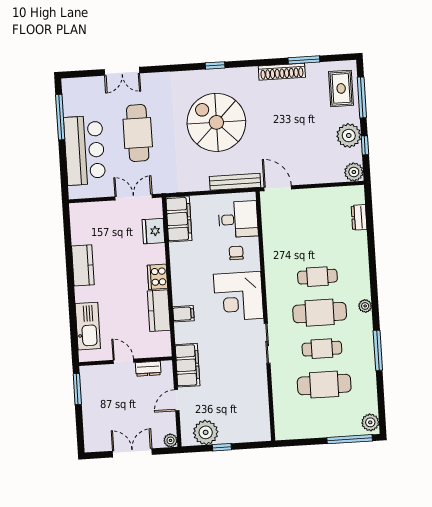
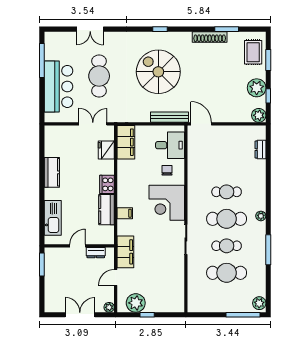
window: (362, 97) -> (268, 60), width x0.69
door: (123, 361) -> (78, 246), hinge flipped

